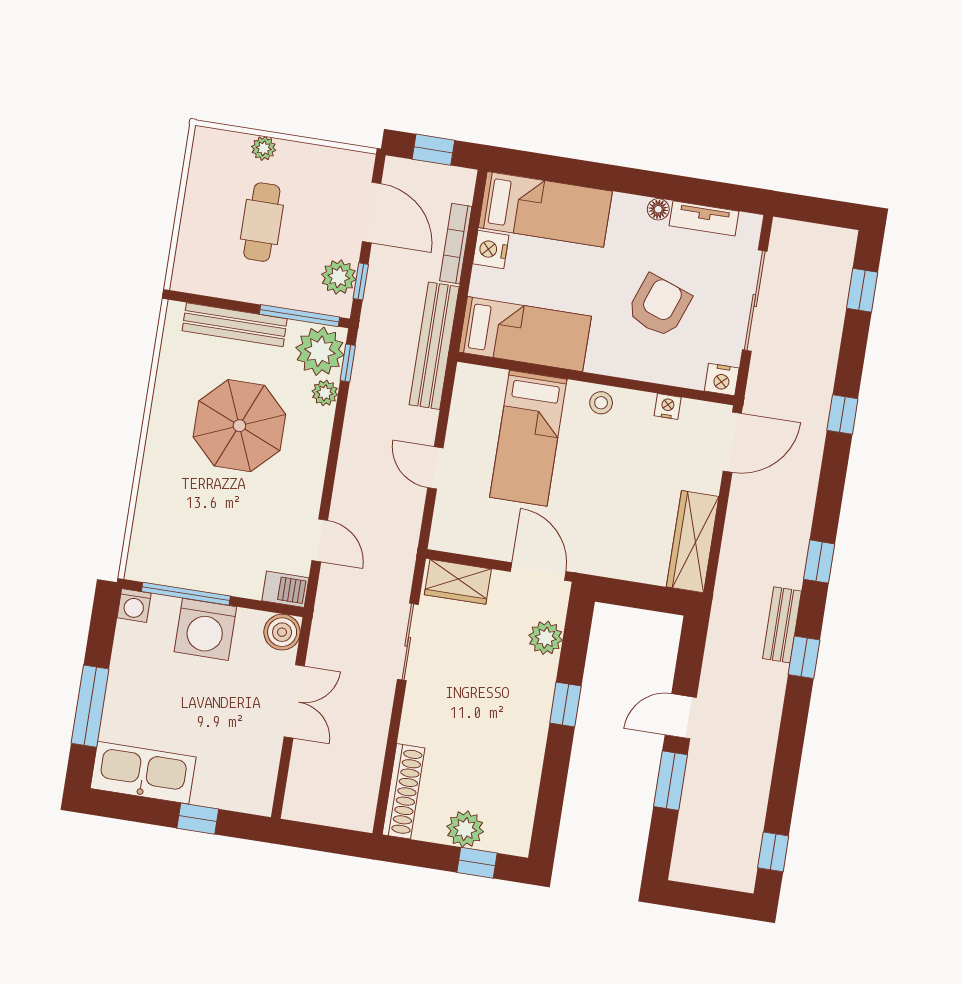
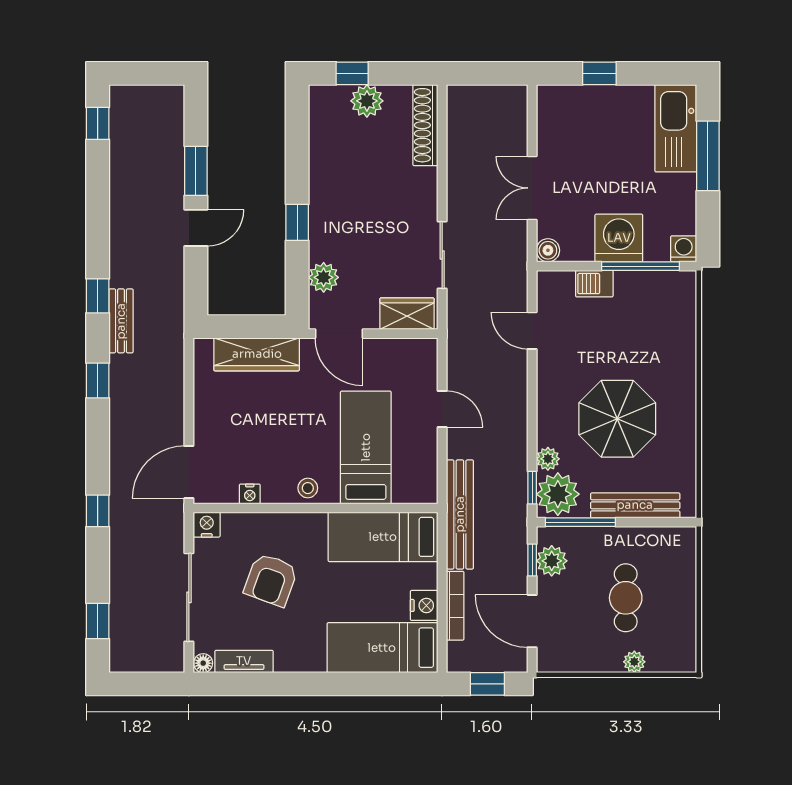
floor lamp: (658, 209) -> (203, 663), moved
wardrobe: (693, 542) -> (257, 354), moved, turned 90
barbecue: (285, 589) -> (594, 284), moved
boiler: (282, 632) -> (548, 250), width x0.73, depth x0.73
kitchen sink: (143, 773) -> (676, 128), moved, turned 90

